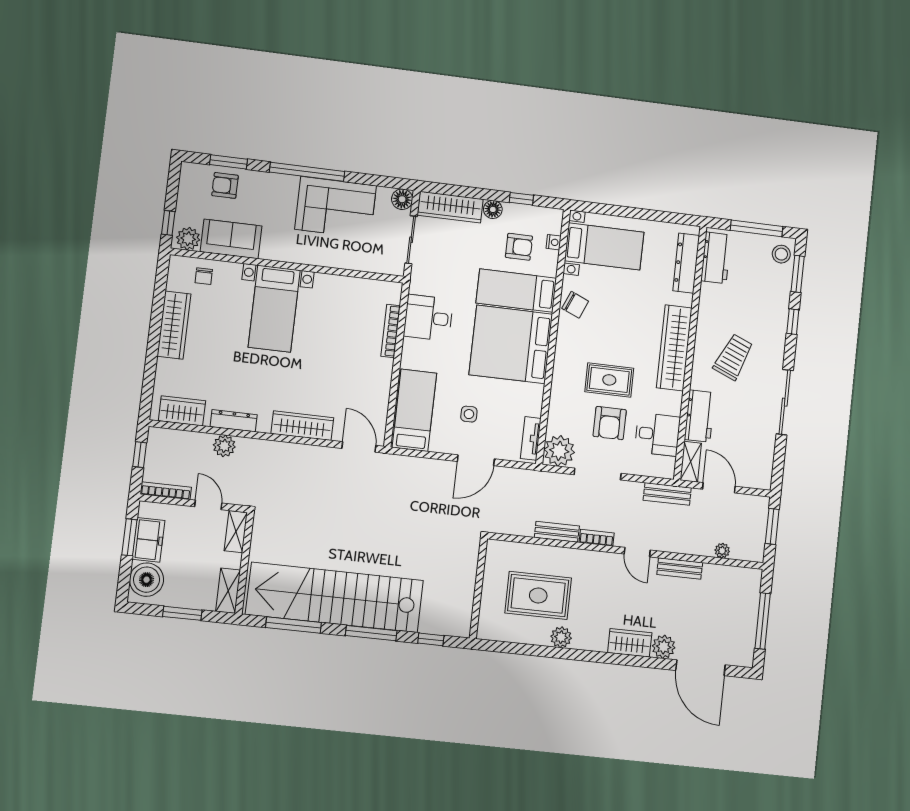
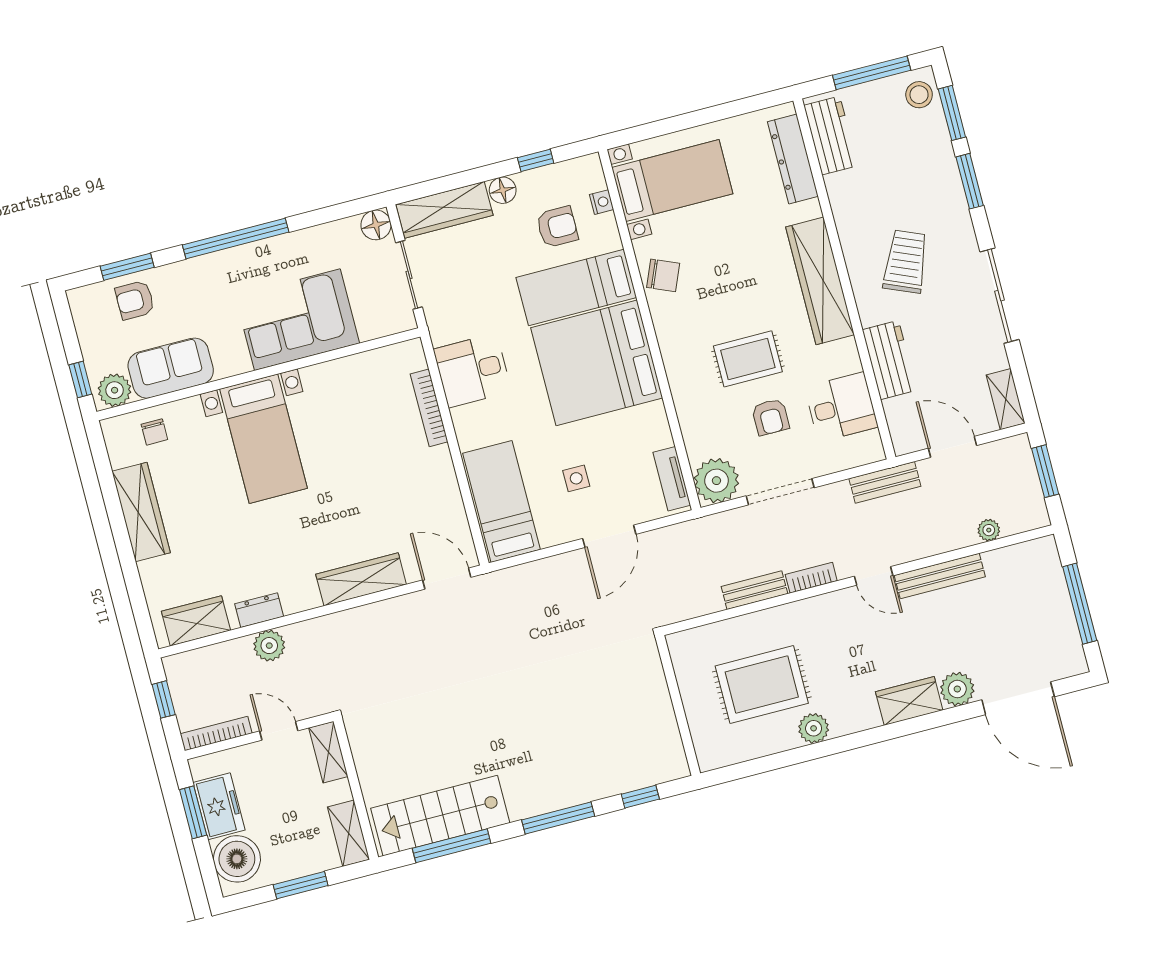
corner sofa: (336, 207) -> (297, 320), moved, turned 180
window: (793, 322) -> (970, 181), width x1.50
dresser: (234, 421) -> (259, 610), width x0.70
armchair: (610, 423) -> (771, 417), width x0.72, depth x0.72
shelving: (691, 462) -> (1006, 399), moved
bench: (680, 568) -> (940, 576), width x1.36
stairs: (335, 597) -> (440, 816), width x0.54, depth x0.66

